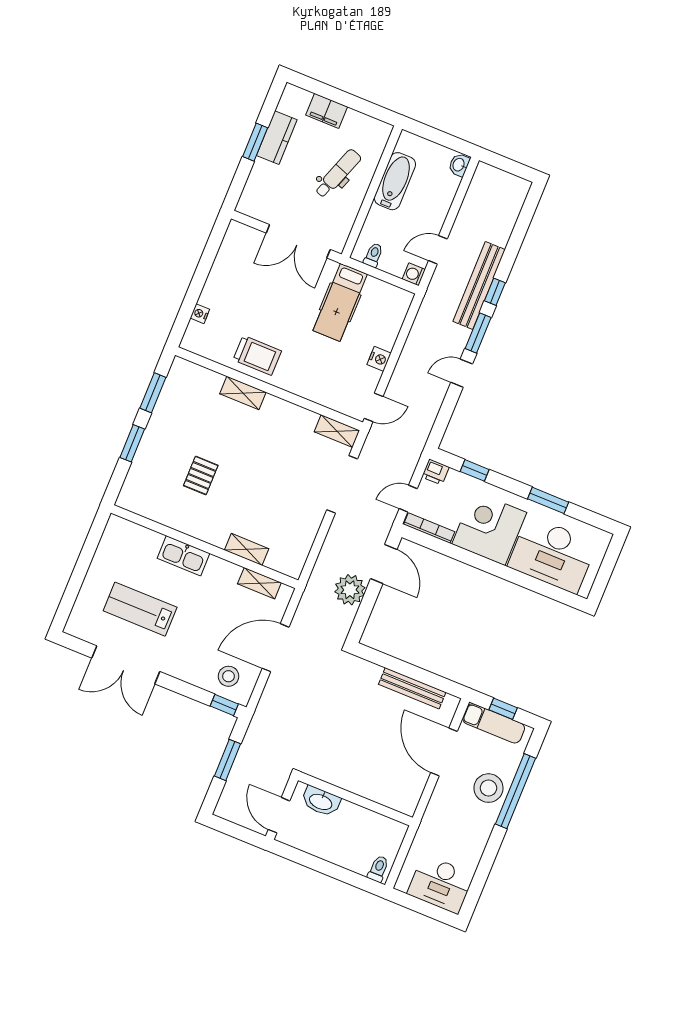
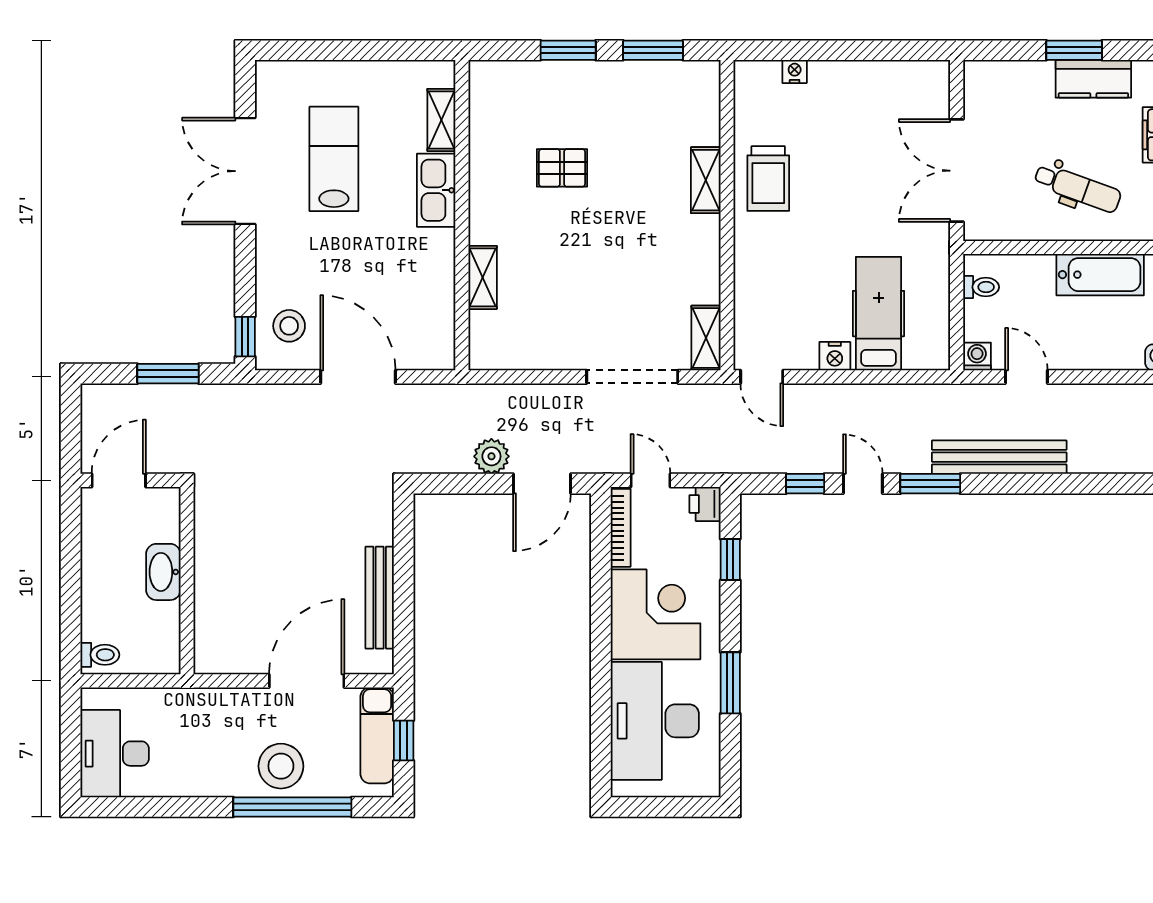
window: (495, 292) -> (805, 484), moved
hospital bed: (340, 302) -> (879, 314), moved, turned 90
shelving: (259, 583) -> (441, 120), moved
plant: (350, 590) -> (491, 456), width x0.73, depth x0.73
washbasin: (321, 801) -> (163, 572), moved

